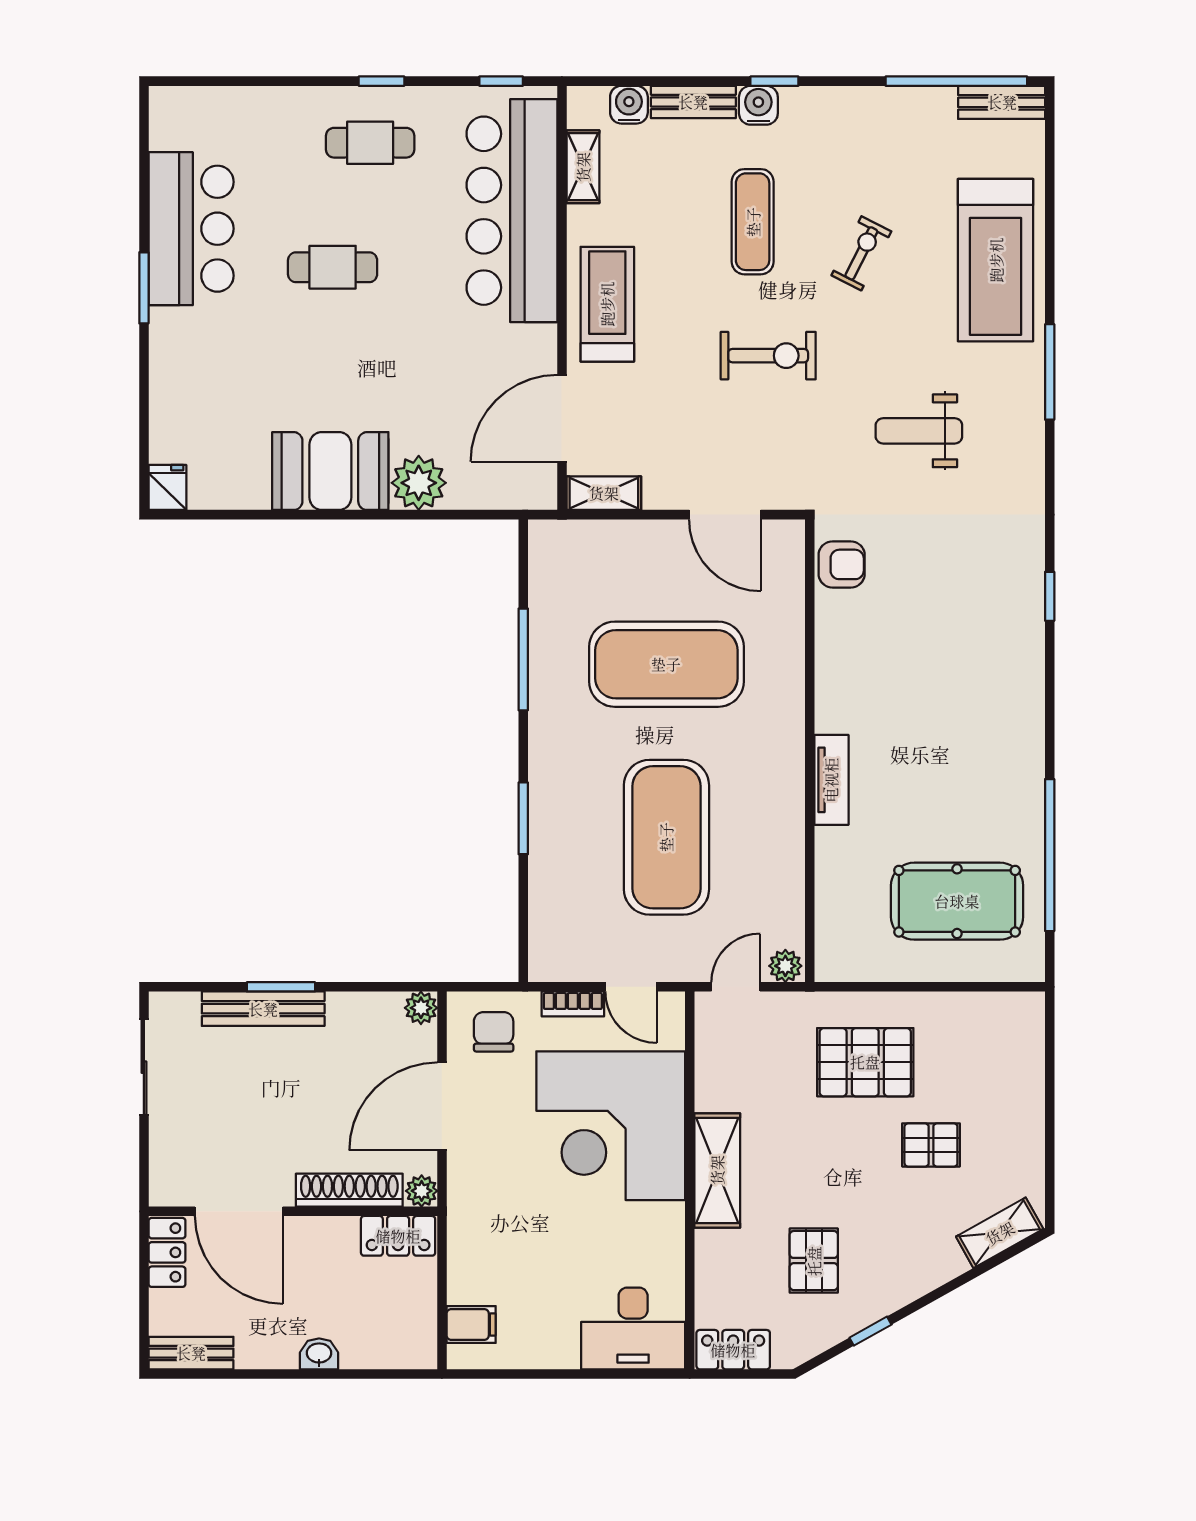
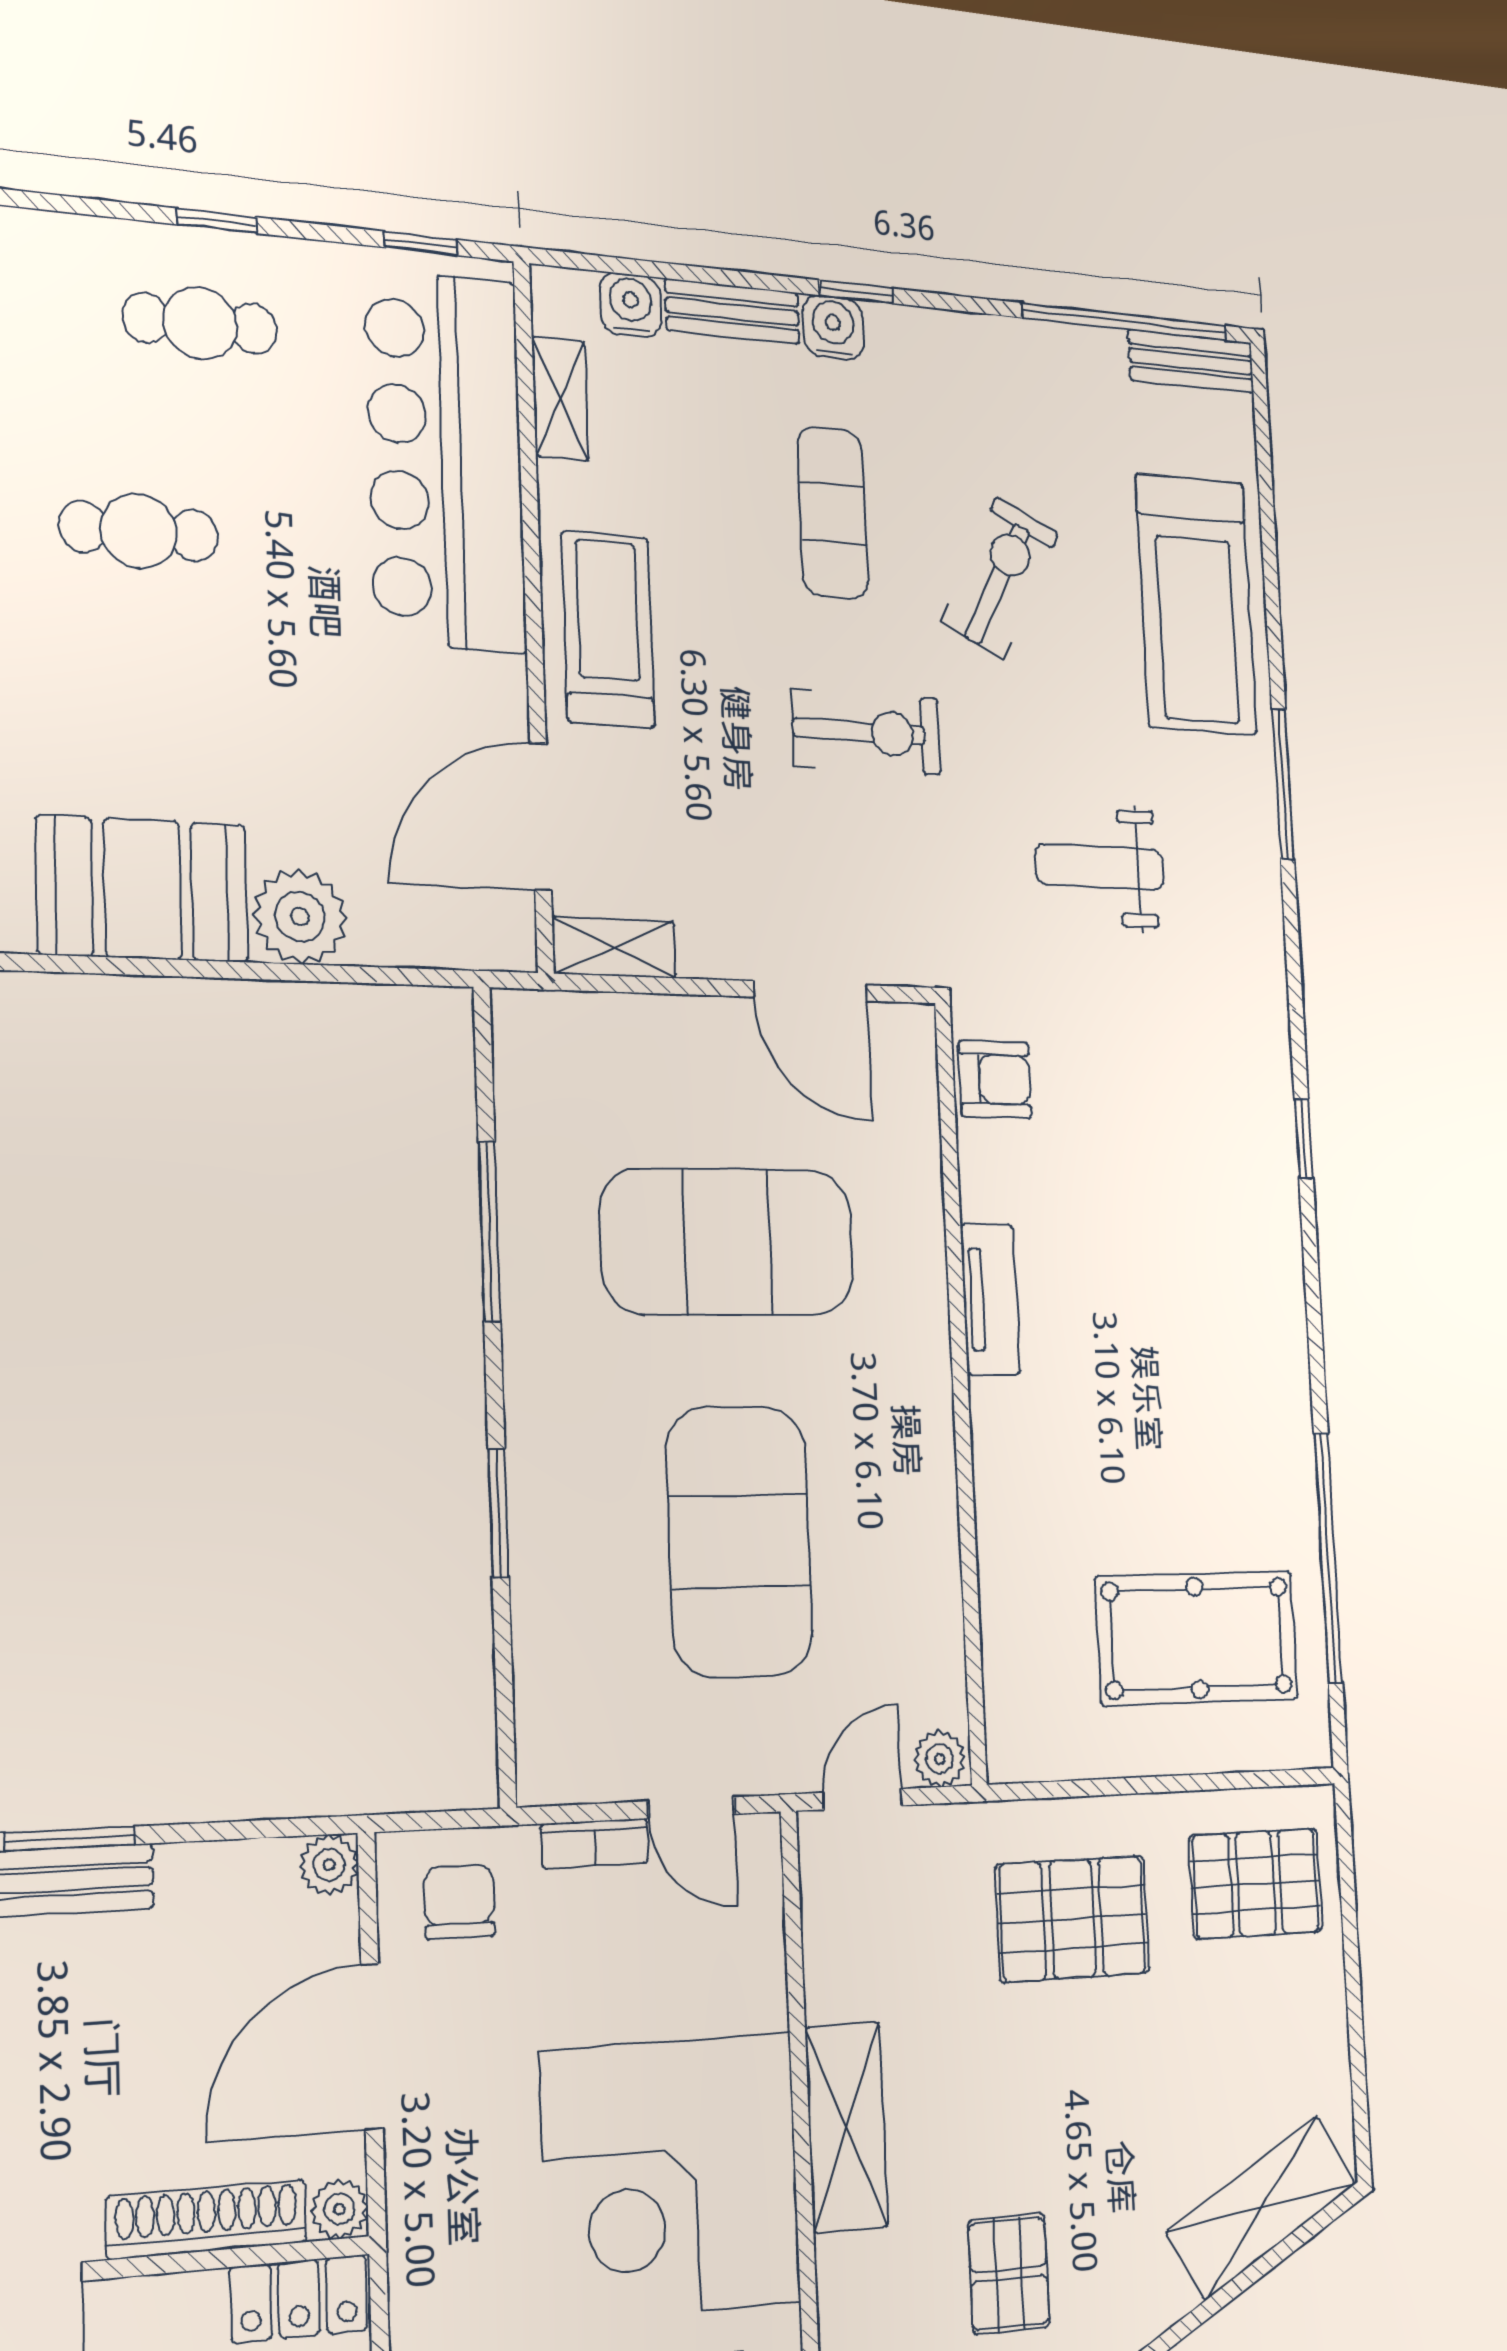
exercise bike: (861, 253) -> (1000, 578), width x1.38, depth x1.39
tv unit: (831, 780) -> (990, 1299), moved
corner desk: (611, 1126) -> (671, 2177), moved
pallet: (931, 1145) -> (1256, 1884), moved, width x1.50, depth x1.42
shelving: (1000, 1233) -> (1261, 2208), width x1.50, depth x1.33

